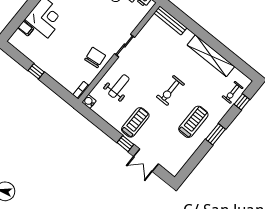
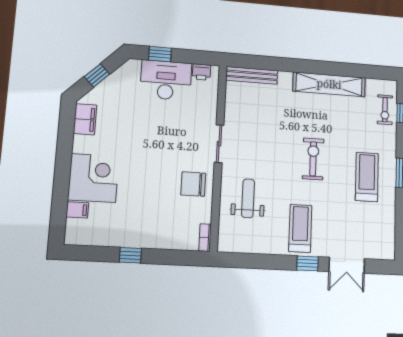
chair: (95, 57) -> (193, 184), turned -84
exercise bike: (170, 90) -> (313, 159), turned 180
water cooler: (89, 101) -> (225, 244), removed

